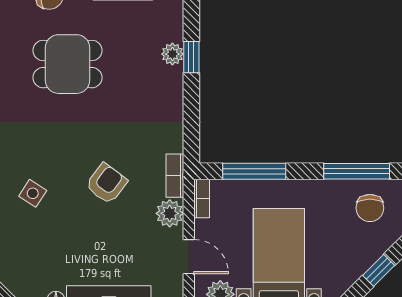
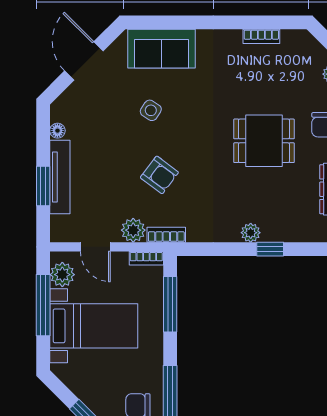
plant: (172, 54) -> (251, 233), moved
dining table: (68, 64) -> (264, 141), turned 90
door: (189, 257) -> (95, 247), hinge flipped

